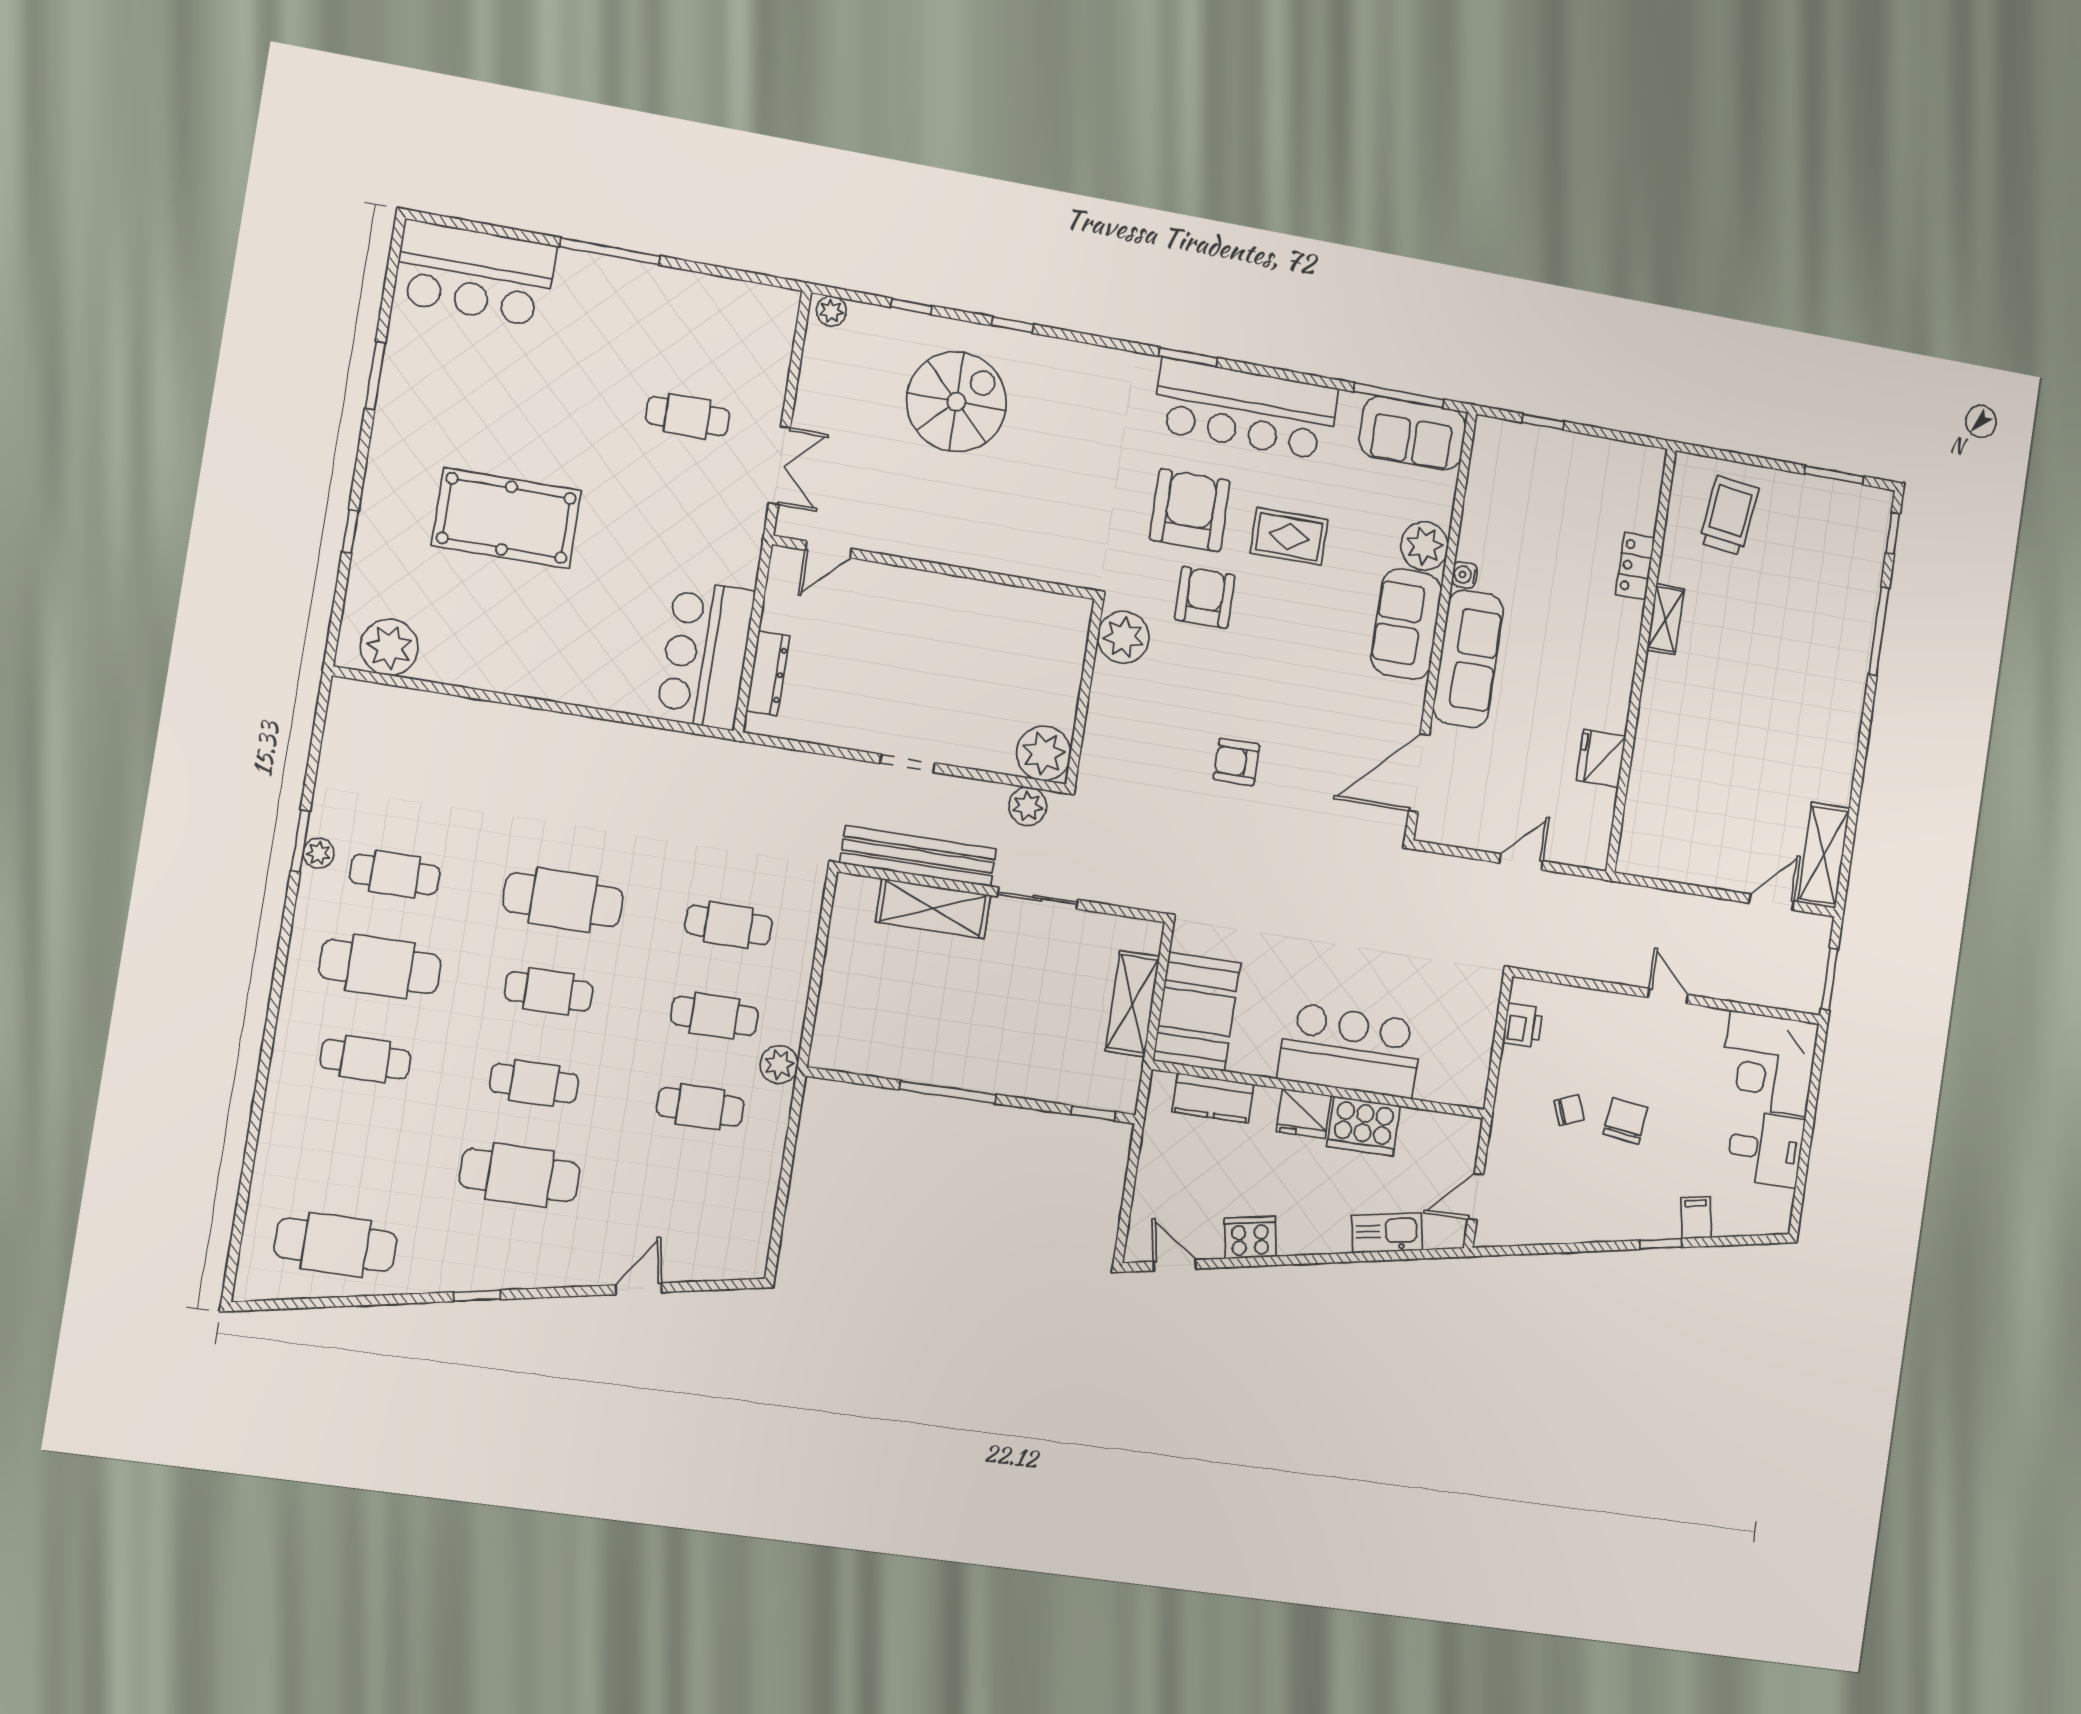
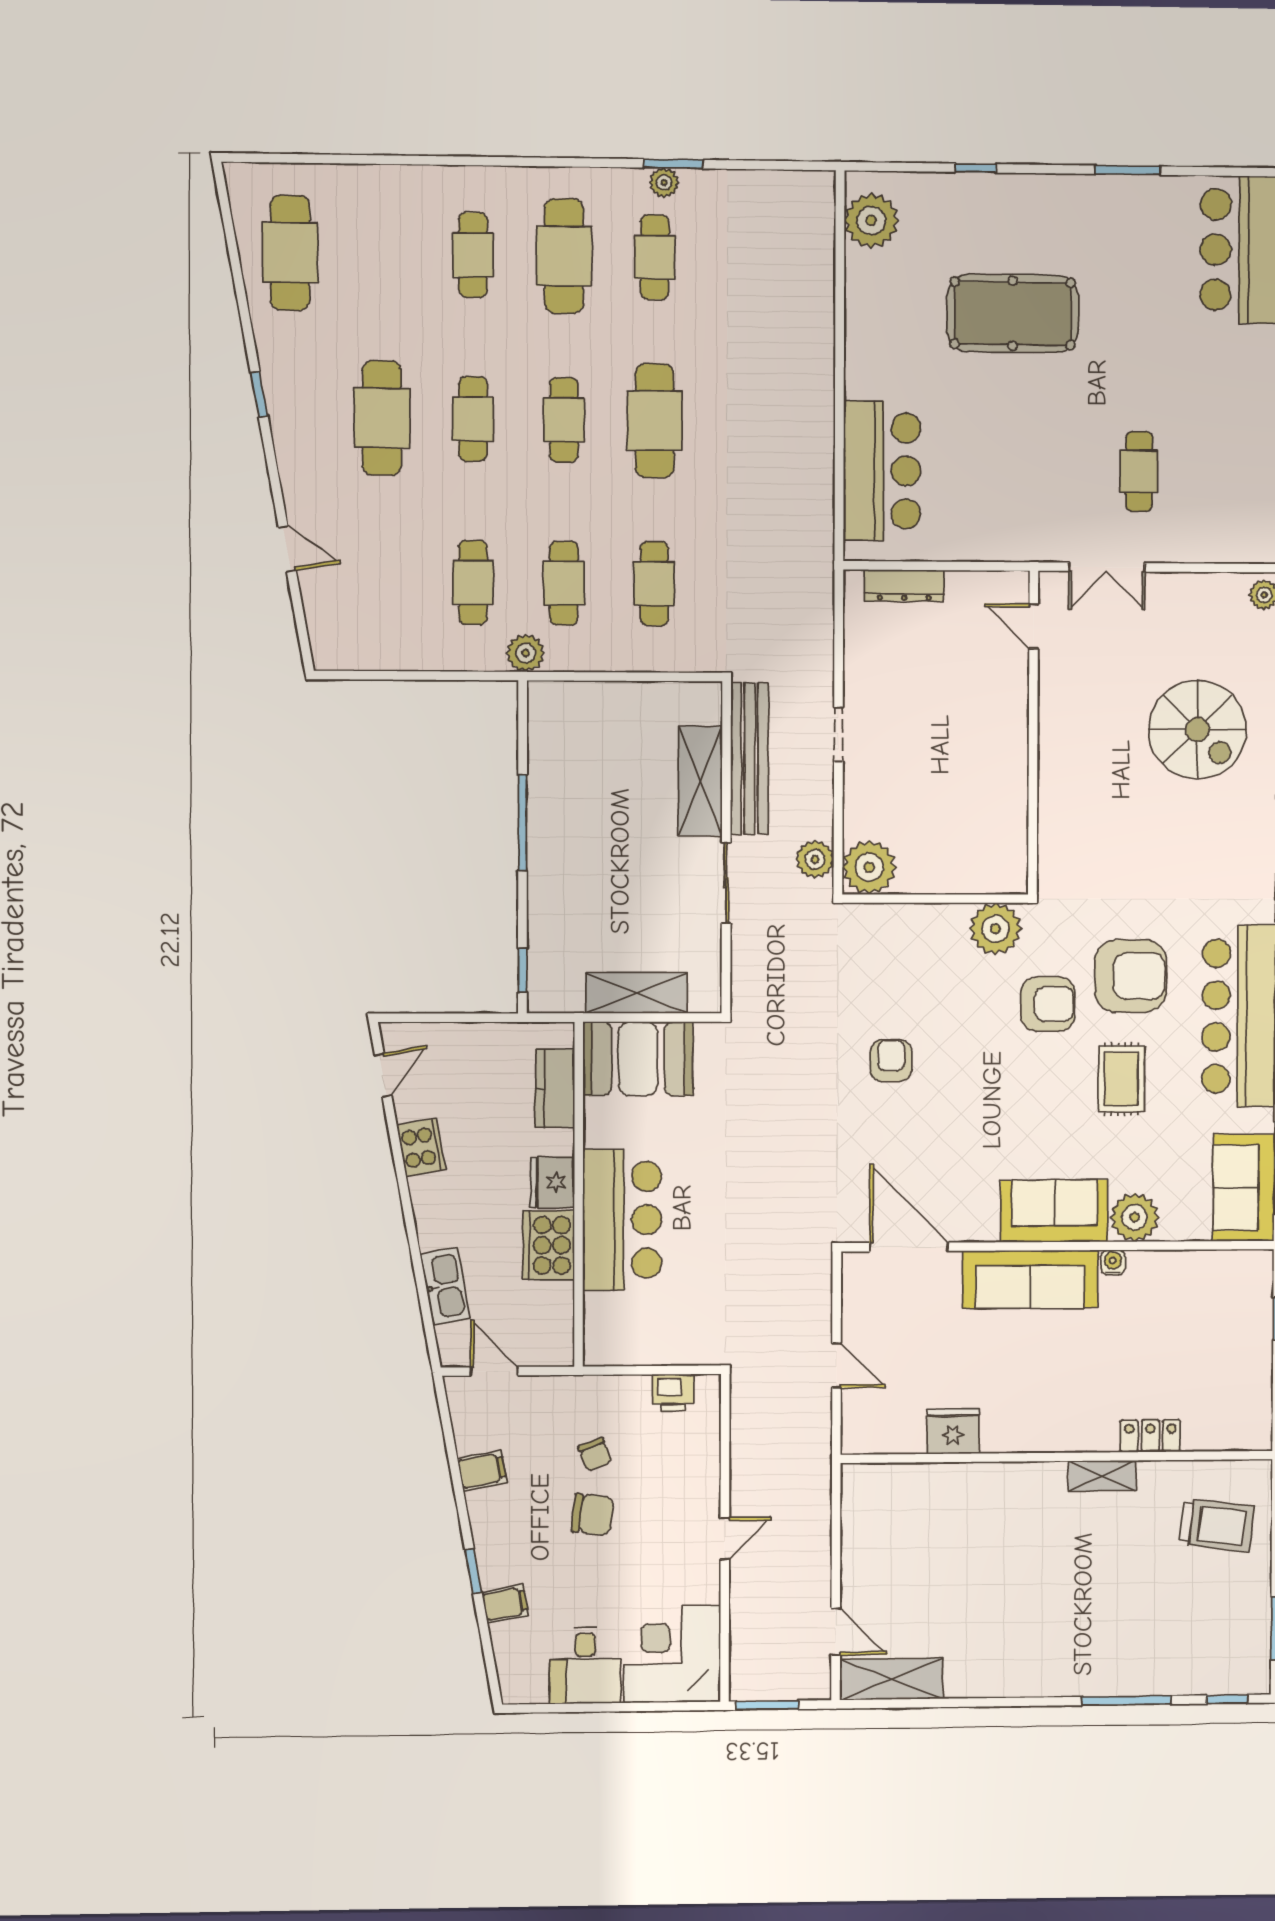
pool table: (506, 518) -> (1013, 313), turned 90
bar counter: (705, 655) -> (882, 471), moved, turned 90
filing cabinet: (1568, 1222) -> (482, 1471), added

